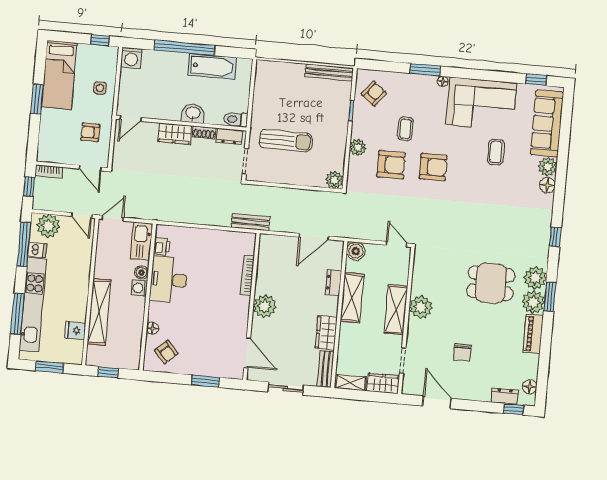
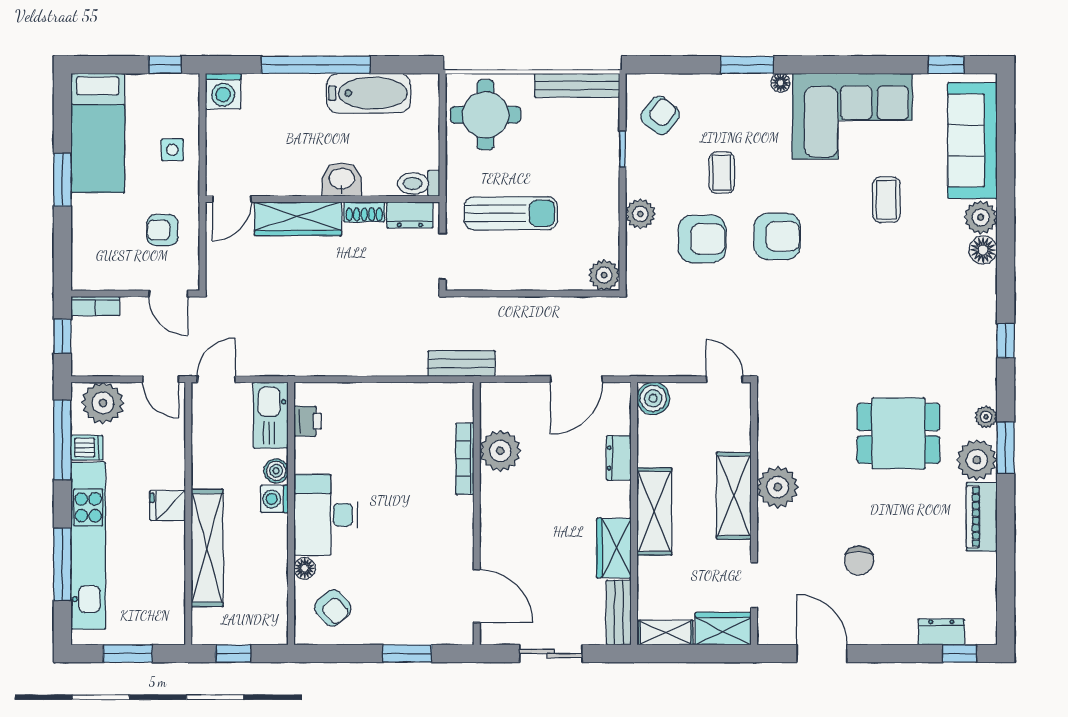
round table: (277, 84) -> (485, 115), added
wardrobe: (175, 134) -> (298, 219), width x1.50
plant: (535, 278) -> (986, 417), width x0.53, depth x0.53
desk: (169, 280) -> (326, 515), moved
shelving: (352, 298) -> (654, 512), moved
plant: (265, 306) -> (500, 451), moved
fridge: (75, 330) -> (168, 506), moved
floor lamp: (530, 387) -> (984, 611), removed

